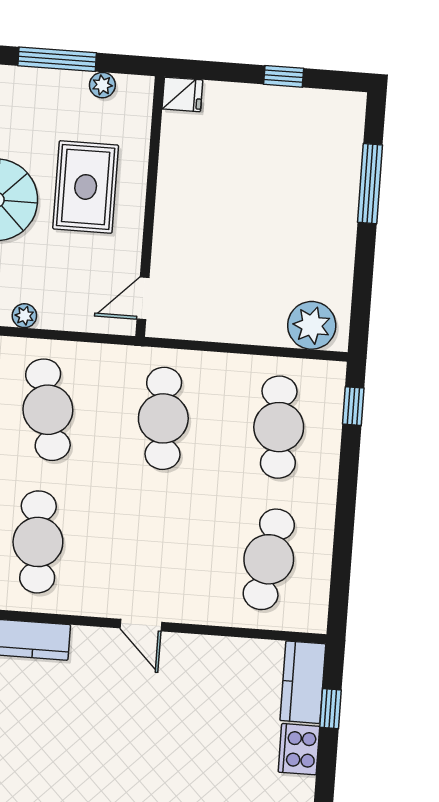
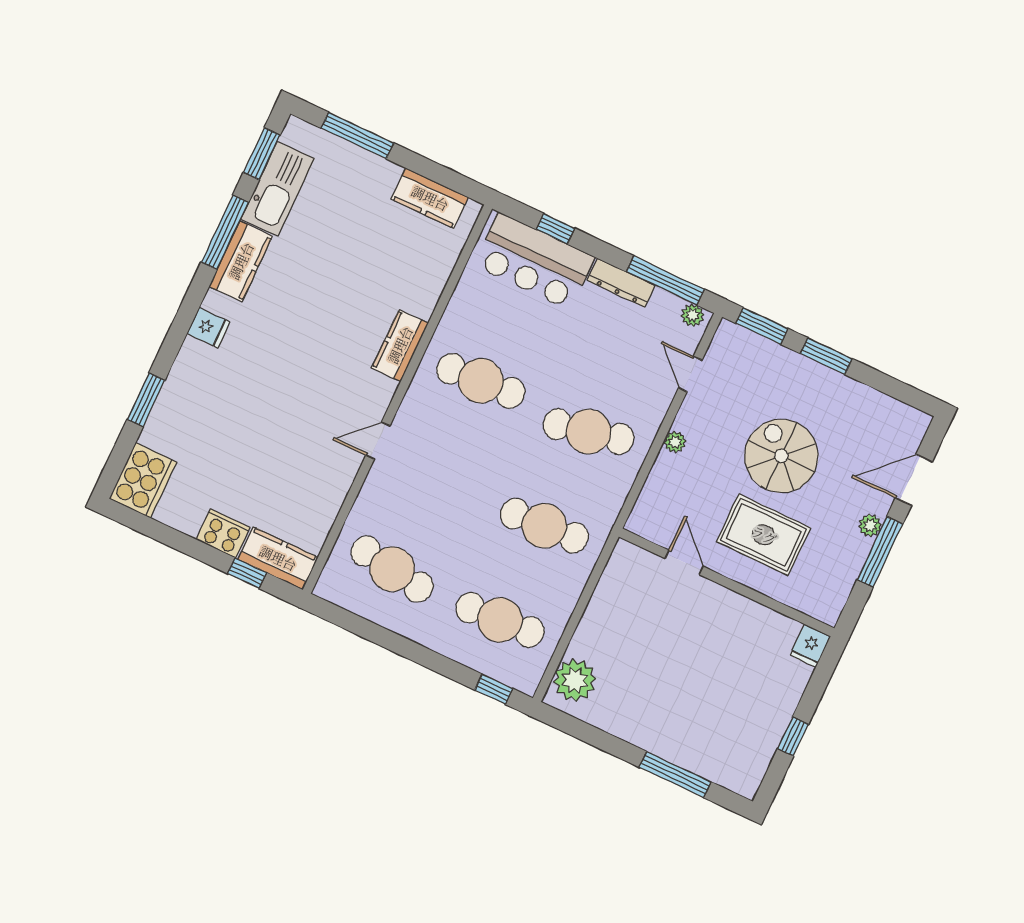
plant: (102, 85) -> (870, 525), moved
door: (143, 298) -> (684, 562), moved

